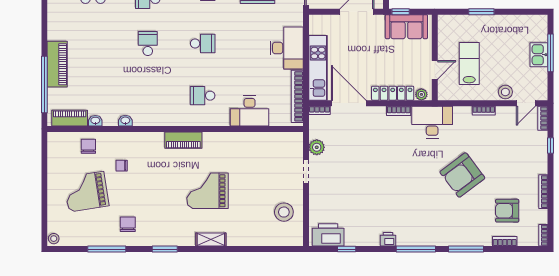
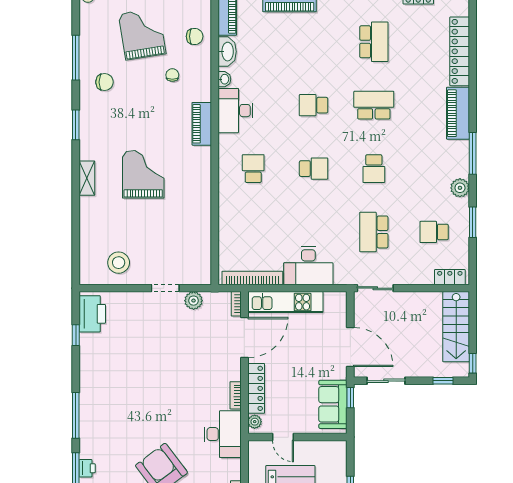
school desk: (148, 44) -> (314, 105), turned 180
school desk: (203, 44) -> (314, 169), turned -90
desk: (250, 111) -> (235, 111), moved
washbasin: (95, 121) -> (227, 52), width x1.91, depth x1.45
piano: (183, 140) -> (202, 124), moved
printer: (388, 239) -> (87, 468), moved

